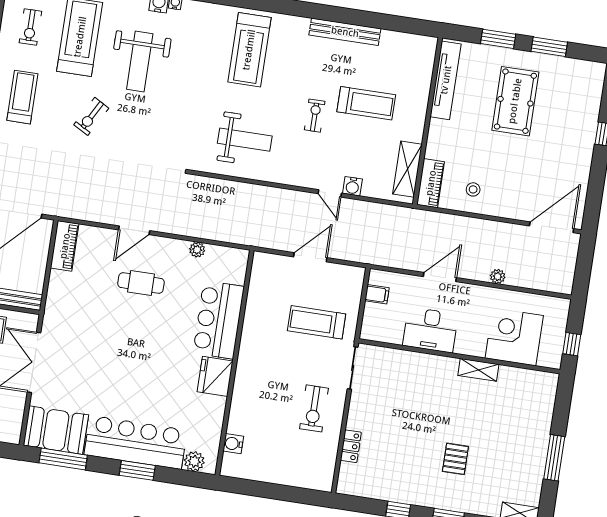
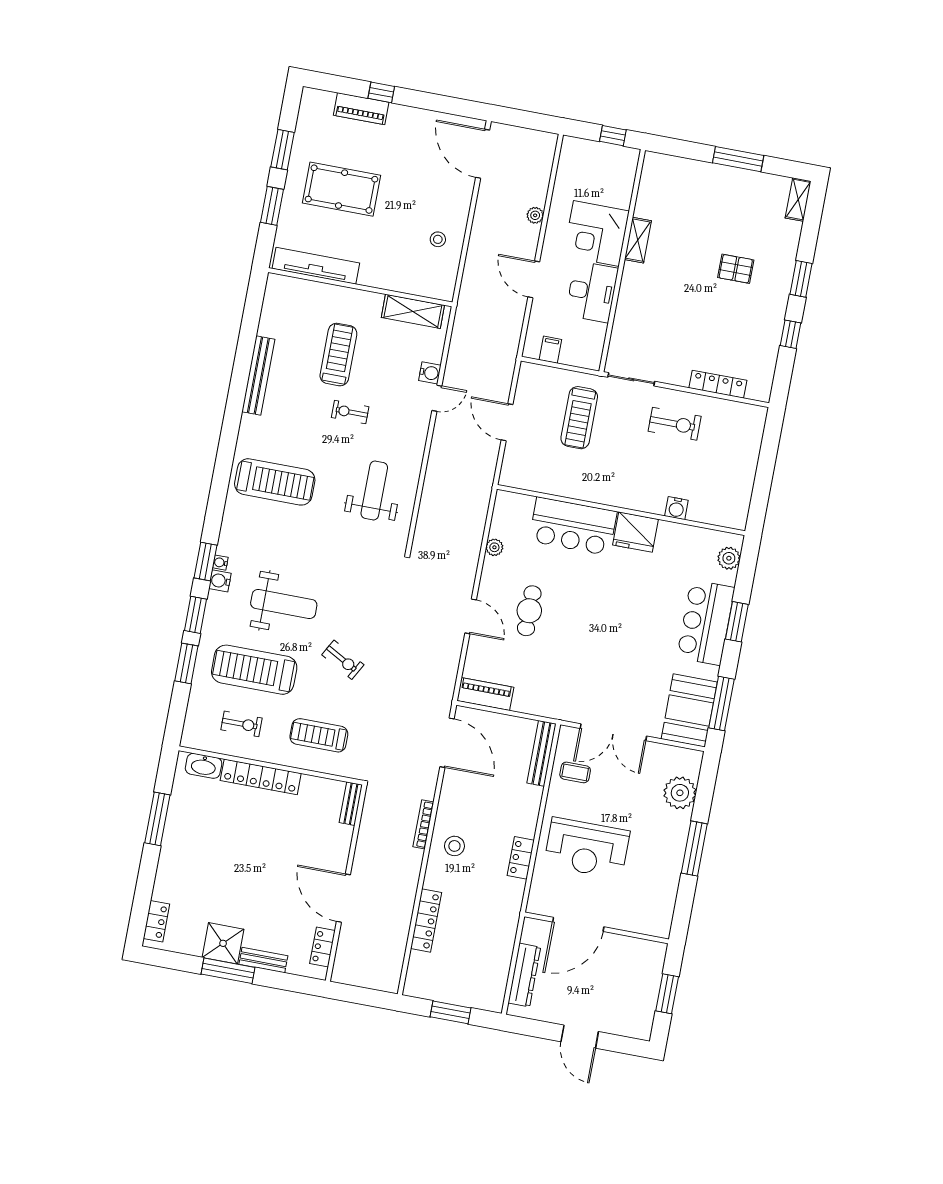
piano: (431, 183) -> (361, 109), moved, turned 180
corner desk: (514, 337) -> (596, 233), moved
bar counter: (136, 442) -> (706, 623), width x0.73
water cooler: (233, 444) -> (676, 508), moved
locker: (351, 446) -> (718, 384), width x1.53

